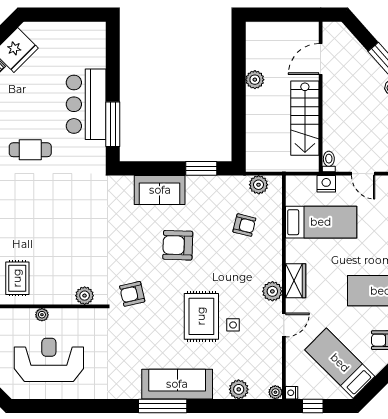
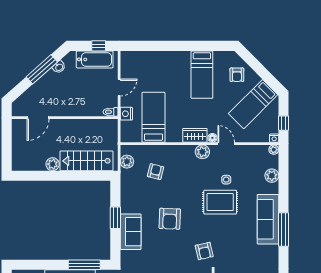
door: (321, 59) -> (38, 118), hinge flipped
stairs: (305, 118) -> (87, 161), moved, turned 180
window: (201, 168) -> (115, 218), moved
floor lamp: (292, 306) -> (212, 138), added

